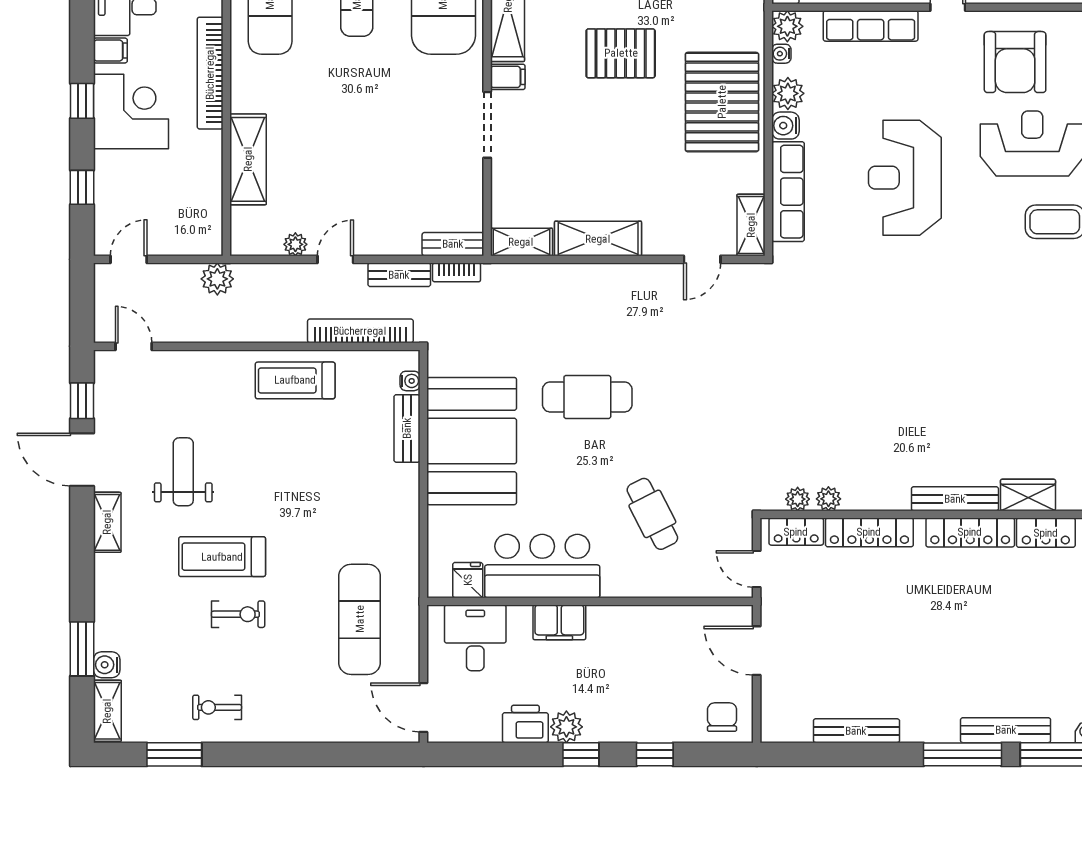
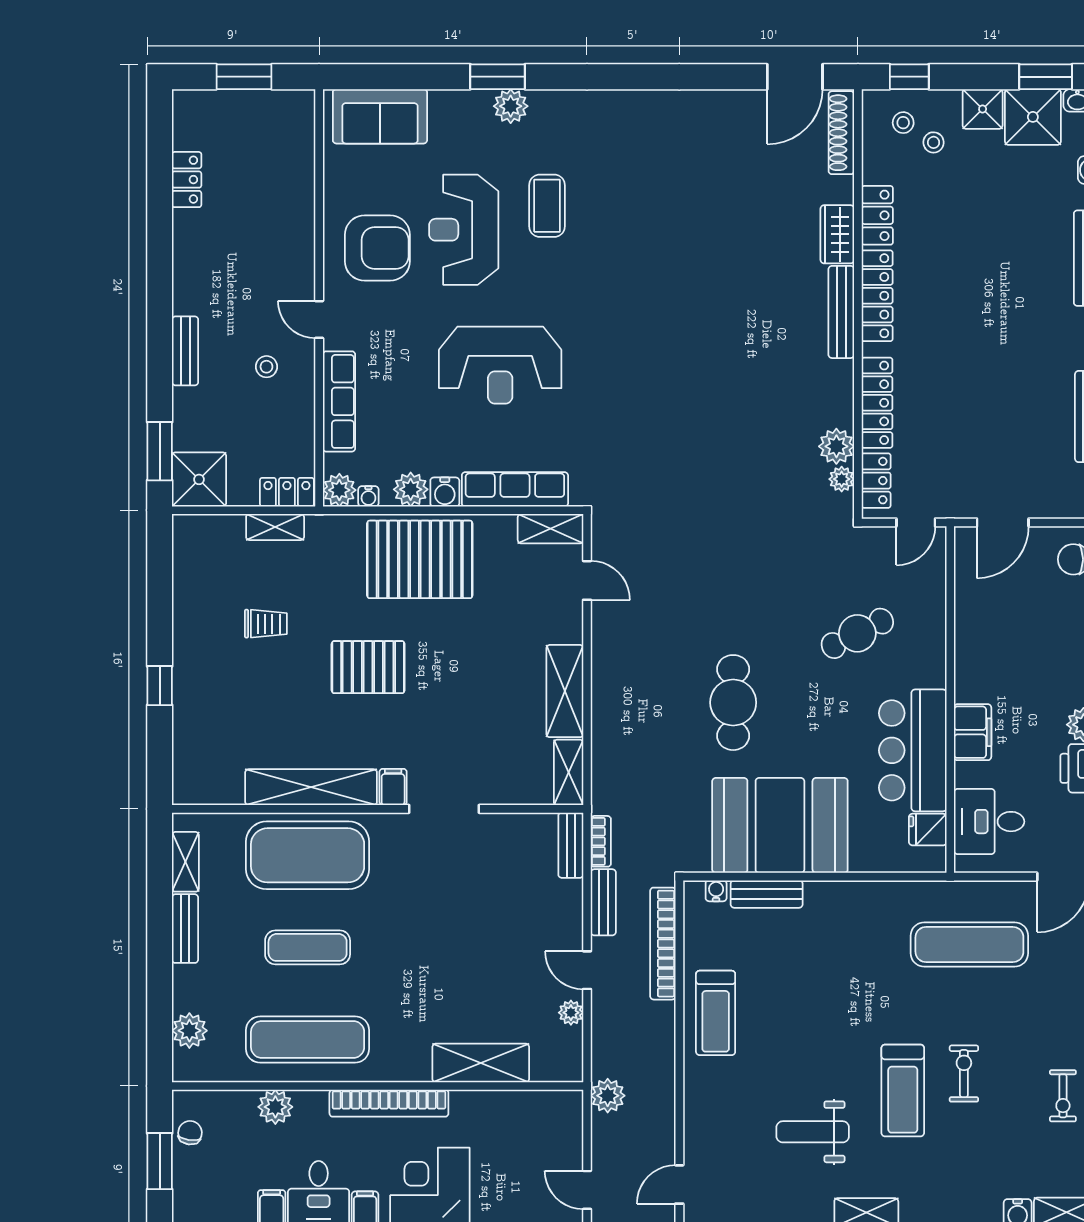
pallet: (621, 53) -> (368, 667), turned 90
plant: (828, 499) -> (836, 446), width x1.38, depth x1.38

